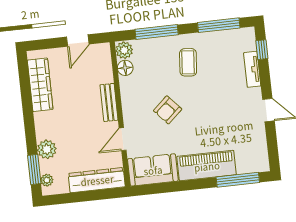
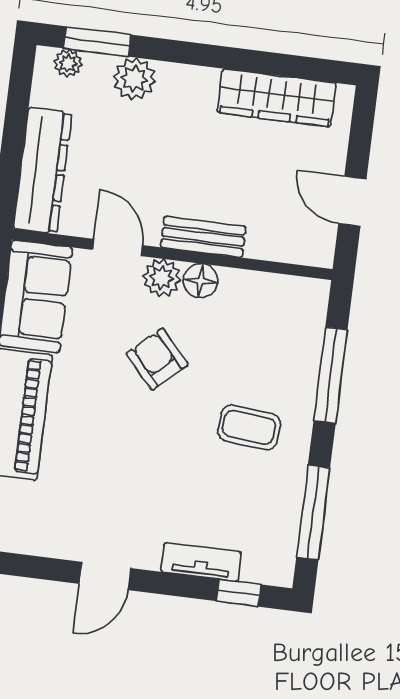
plant: (124, 50) -> (162, 278), moved
floor lamp: (125, 68) -> (201, 281), moved

